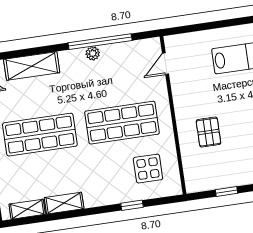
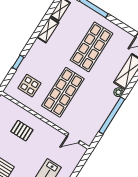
plant: (93, 53) -> (118, 92), moved
door: (165, 64) -> (73, 138), swing flipped

